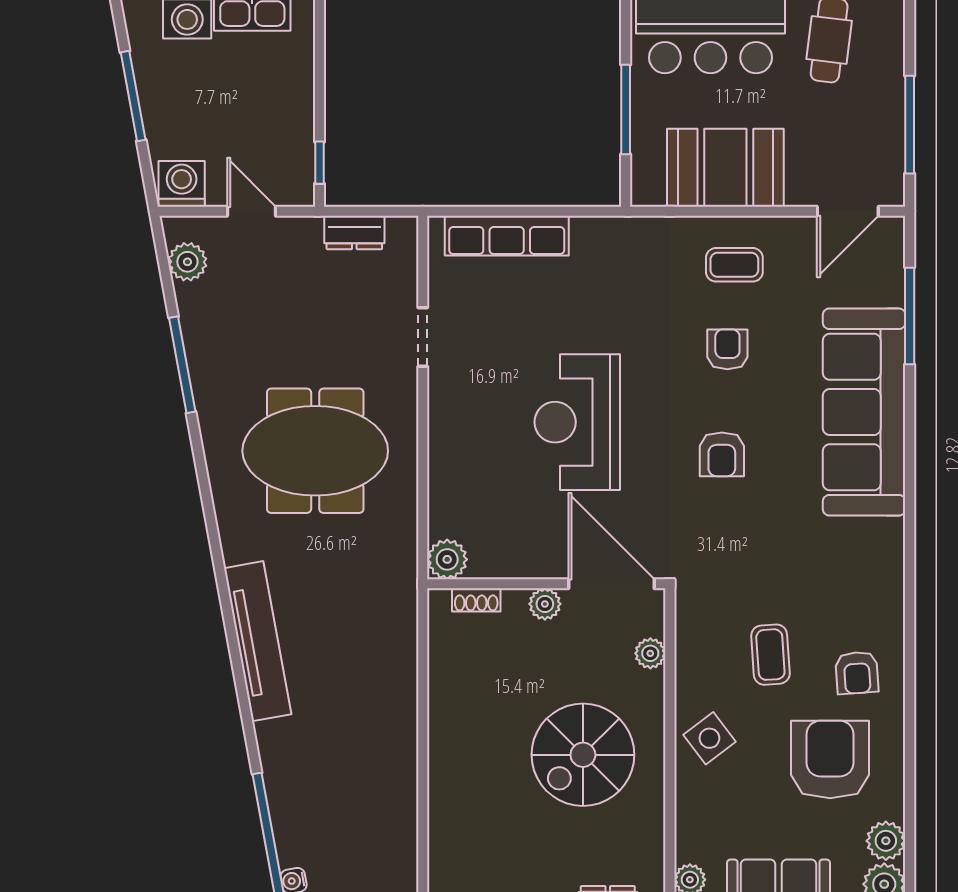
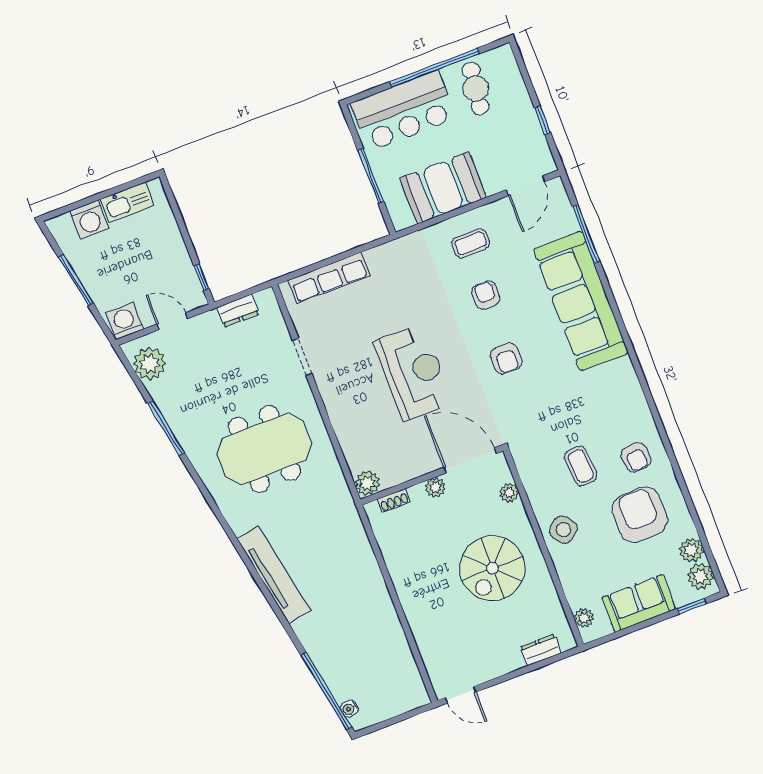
window: (910, 125) -> (543, 120), width x0.46
plant: (187, 262) -> (150, 364), width x1.36, depth x1.36
reception desk: (577, 422) -> (413, 372), turned 180

